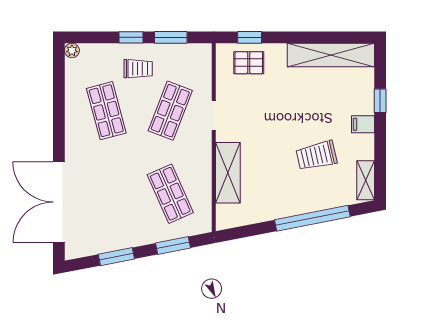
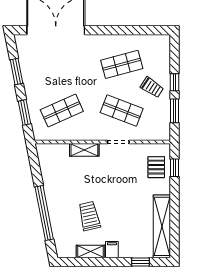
plant: (72, 50) -> (165, 40), removed
trolley: (138, 69) -> (152, 87), turned -57
window: (380, 101) -> (140, 262), moved
shelving: (228, 173) -> (84, 150), width x0.67, depth x0.75
shelving: (366, 180) -> (91, 251), moved

